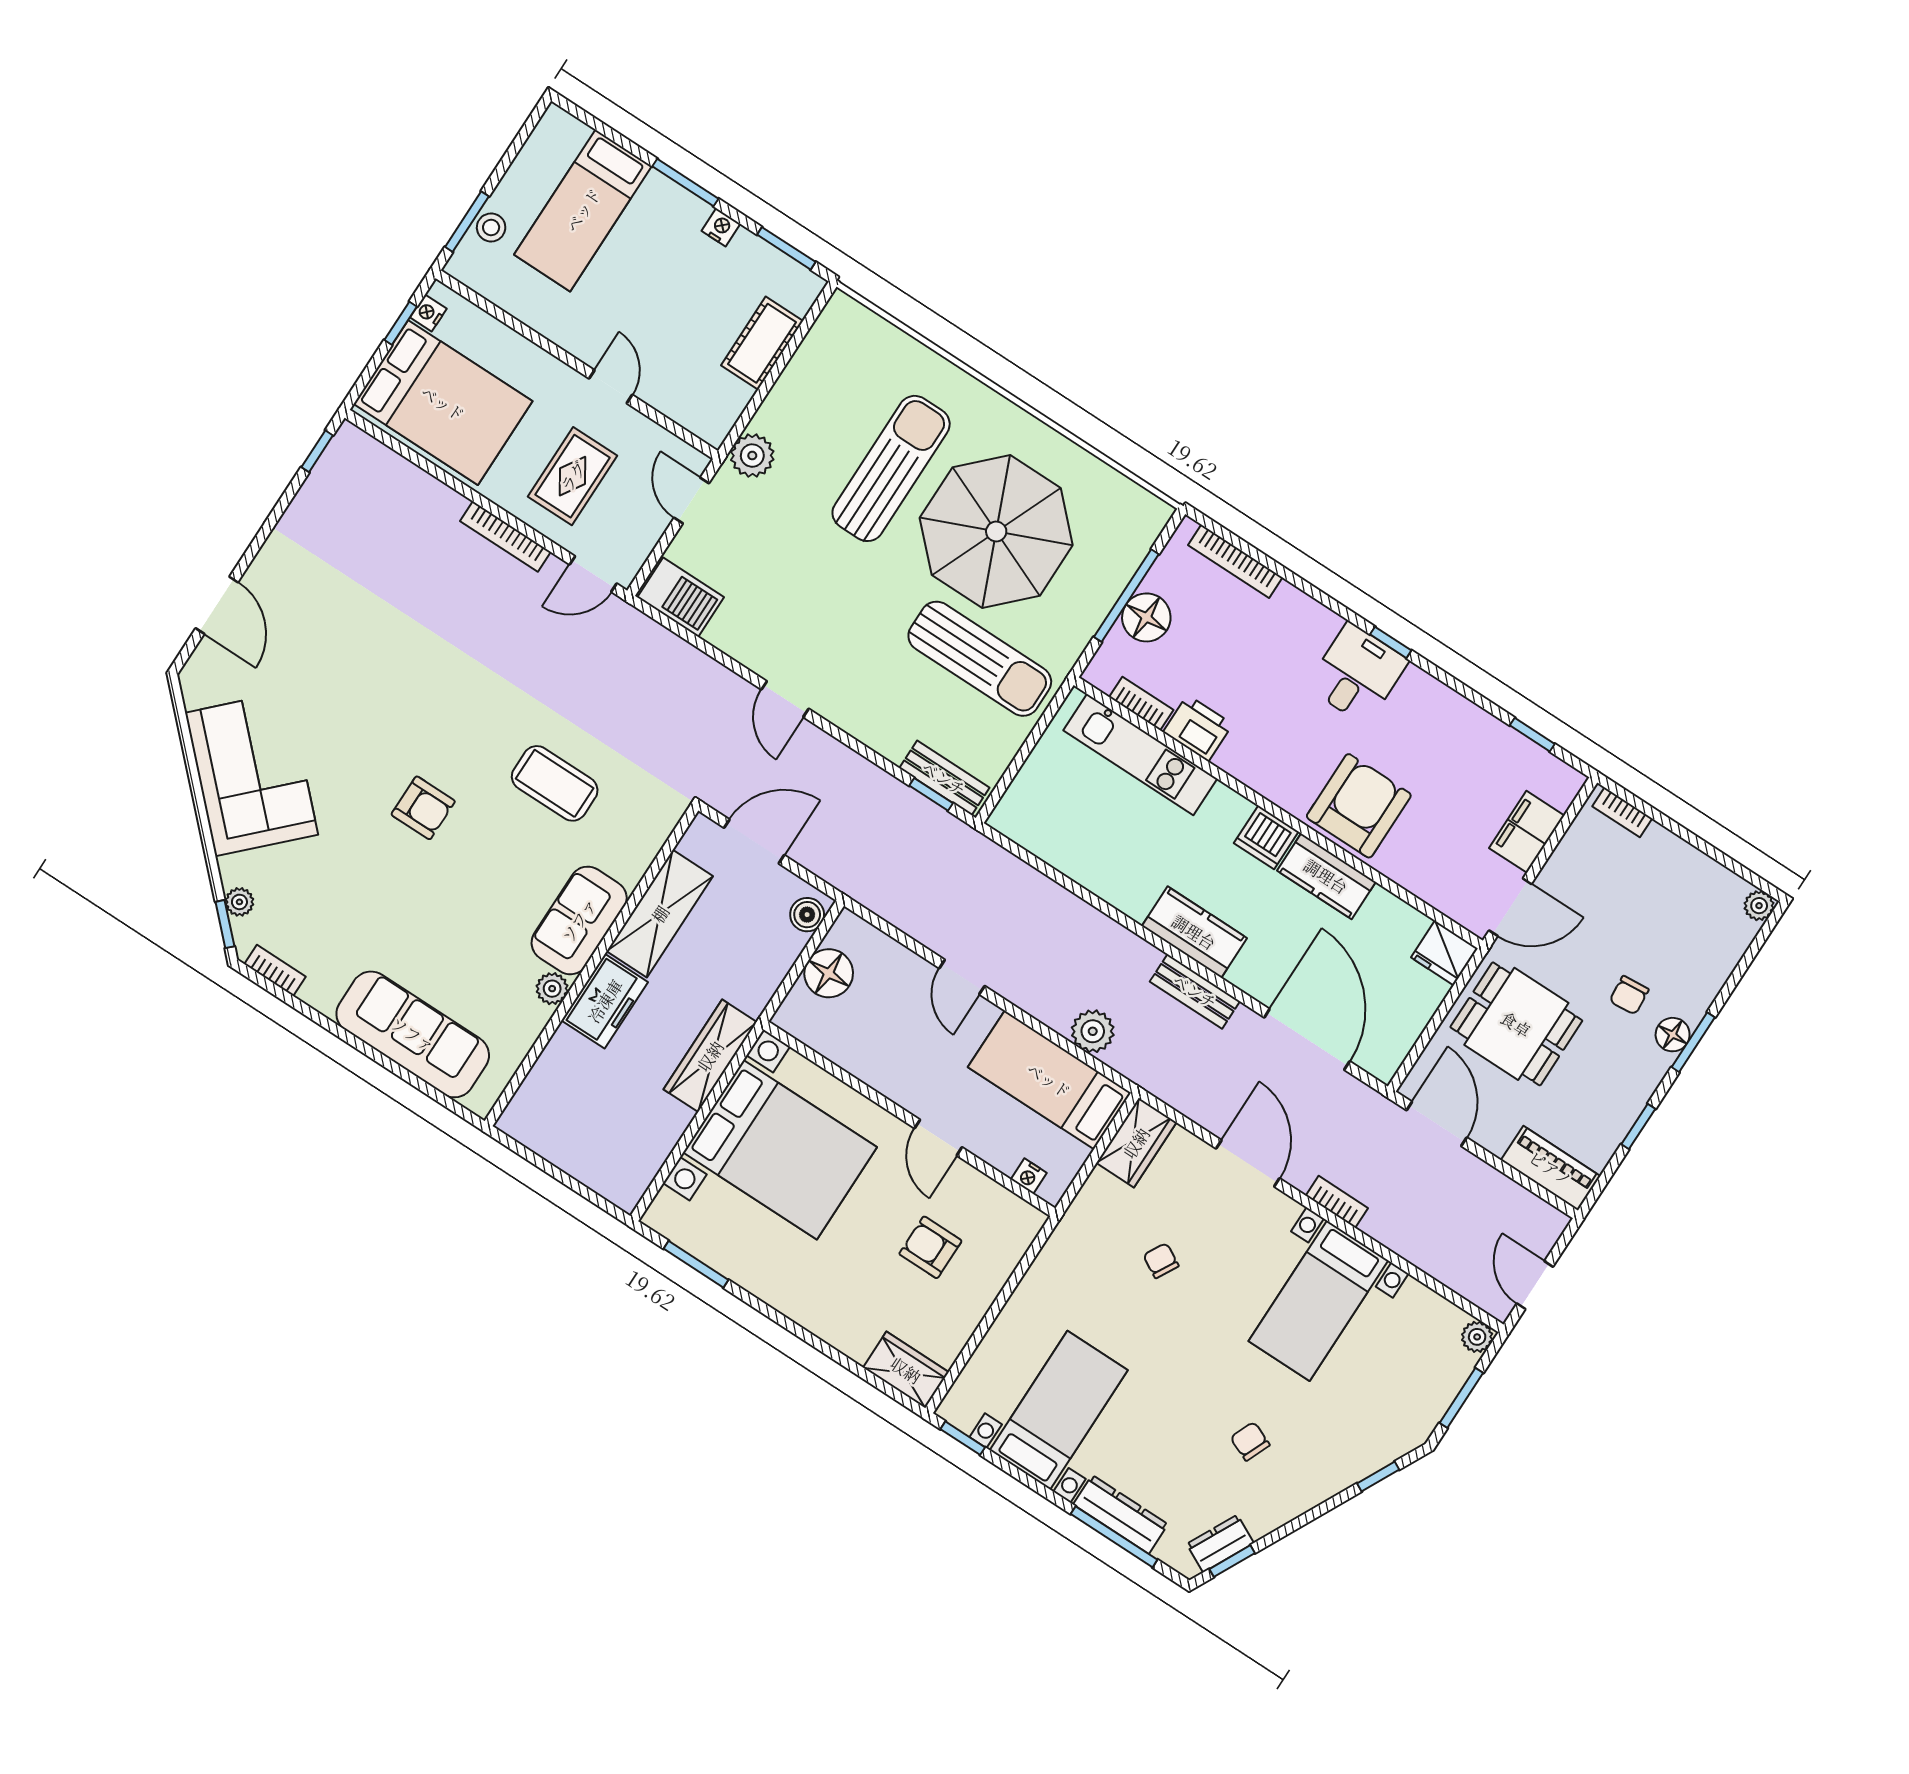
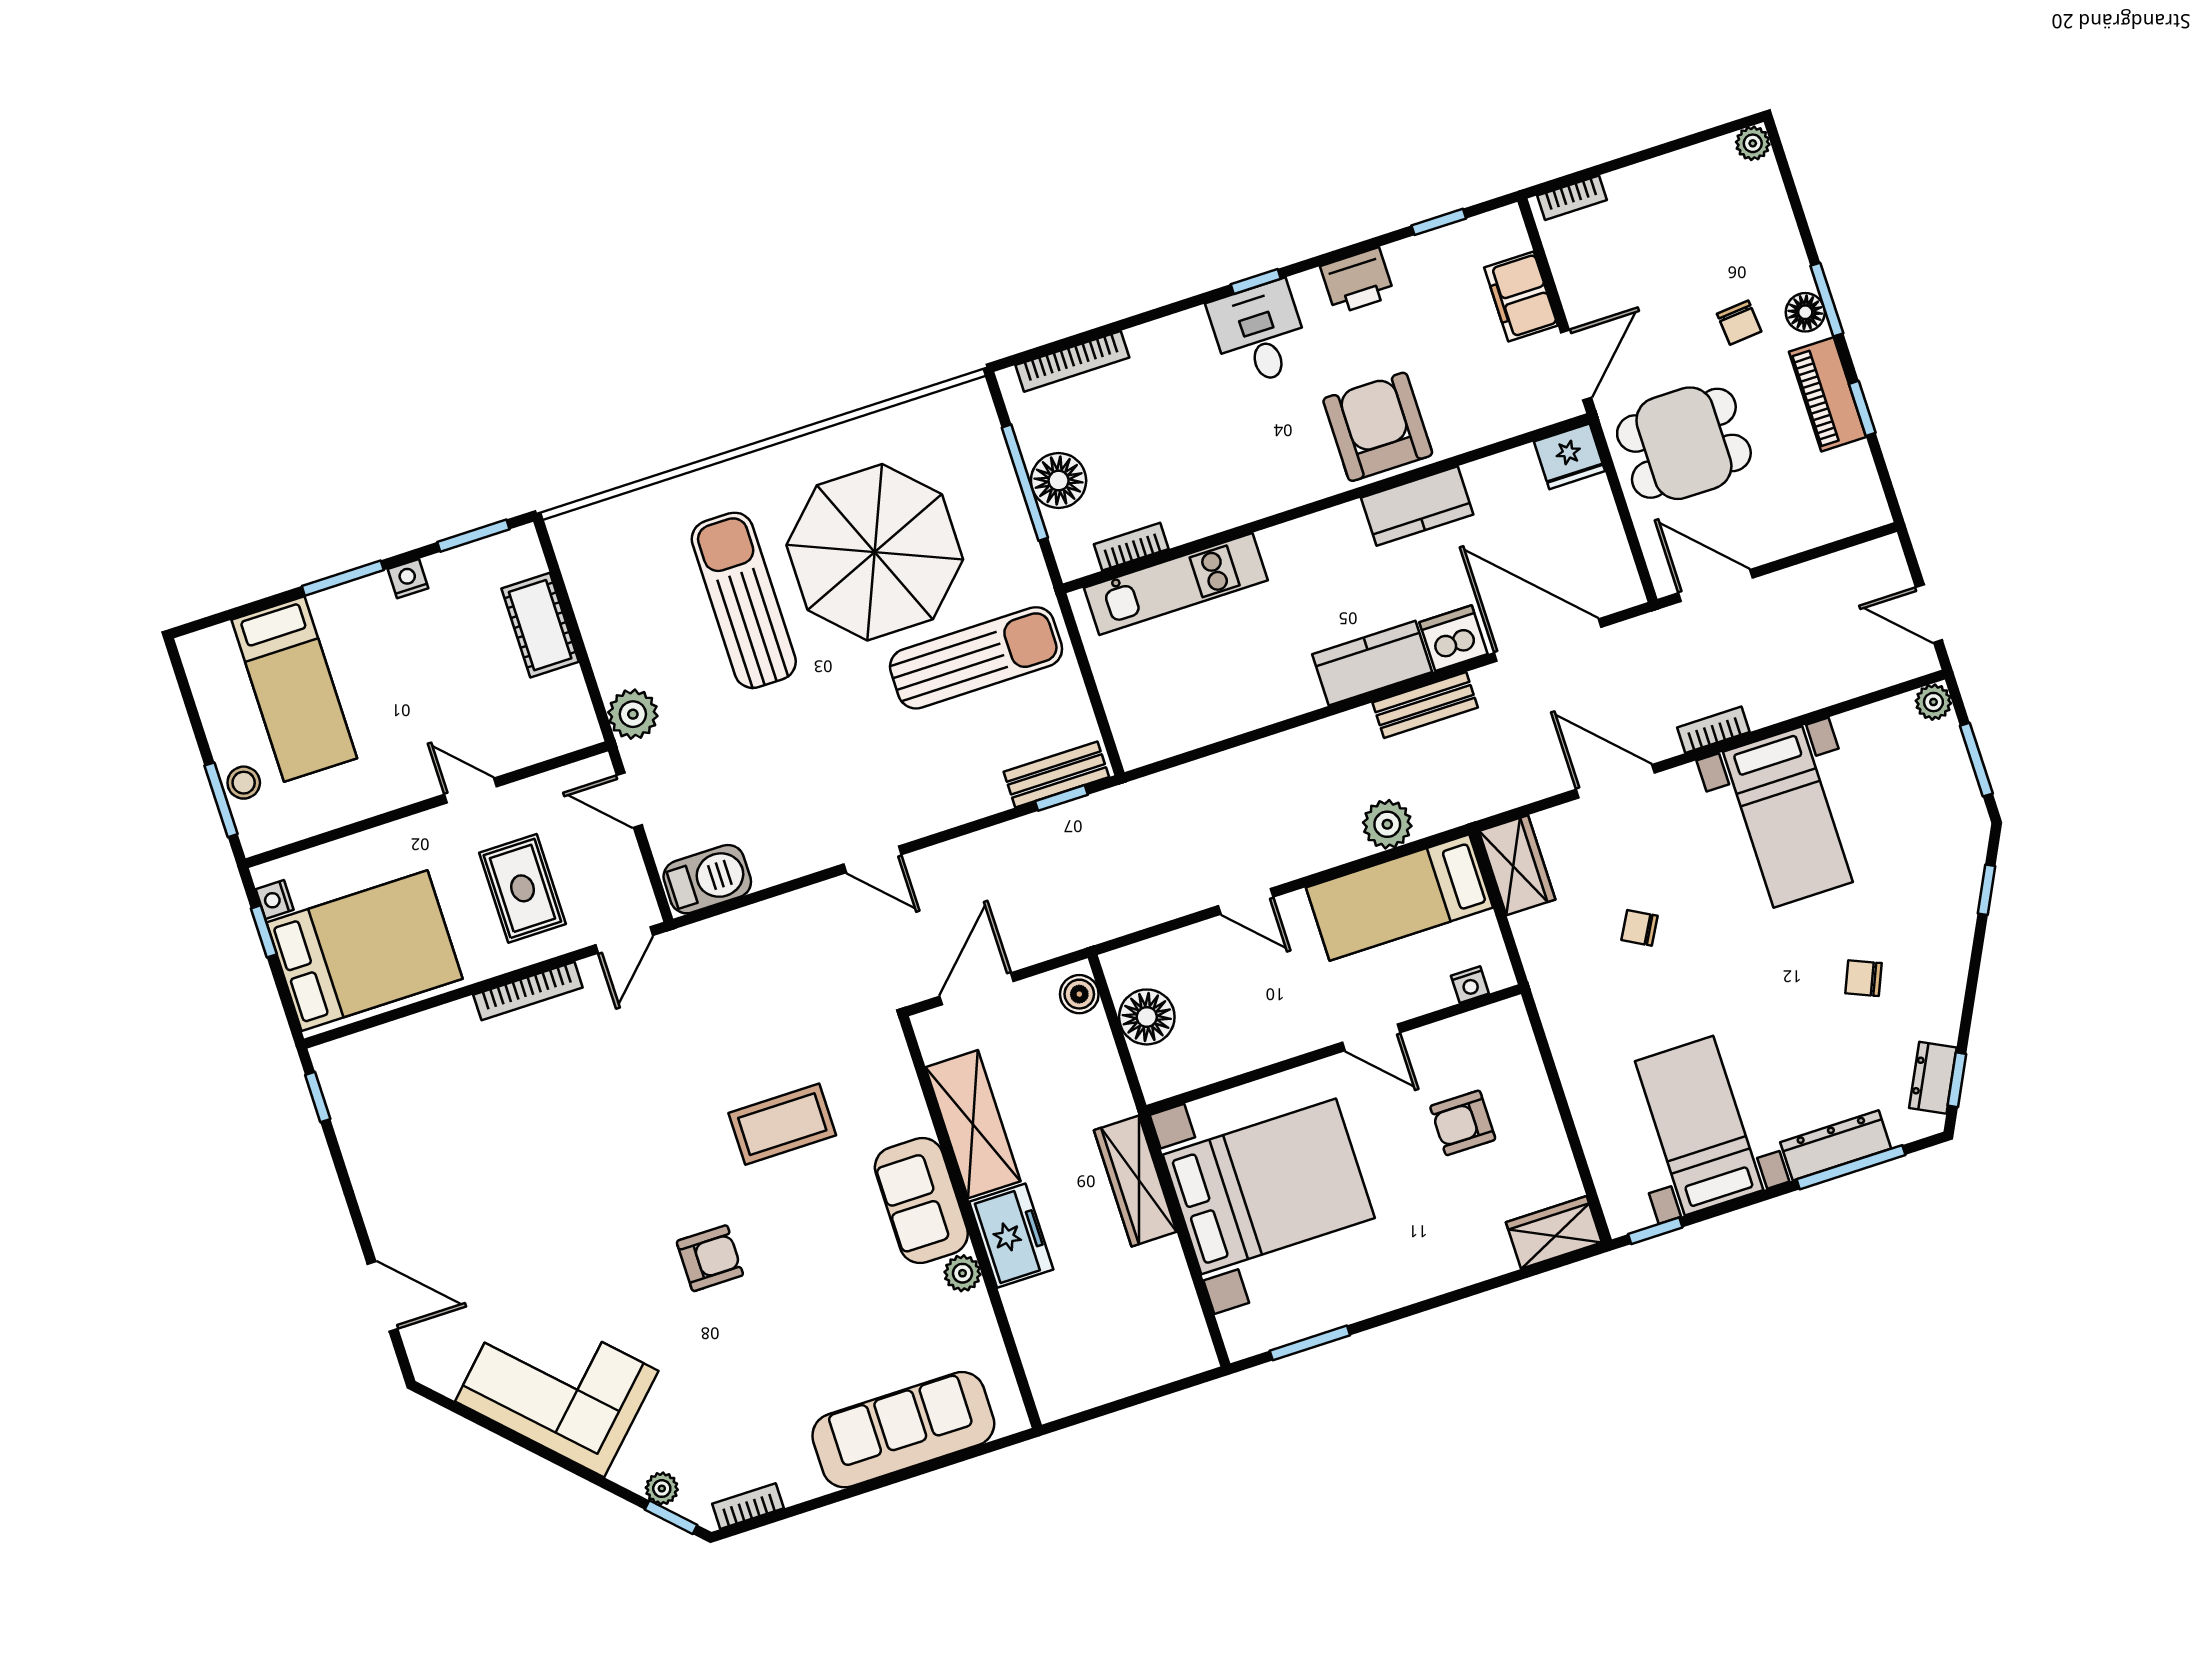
printer: (1198, 728) -> (1357, 281), moved, turned 180
dishwasher: (1266, 837) -> (1453, 638), moved, turned 180
piano: (1551, 1168) -> (1827, 394), moved, turned -90

